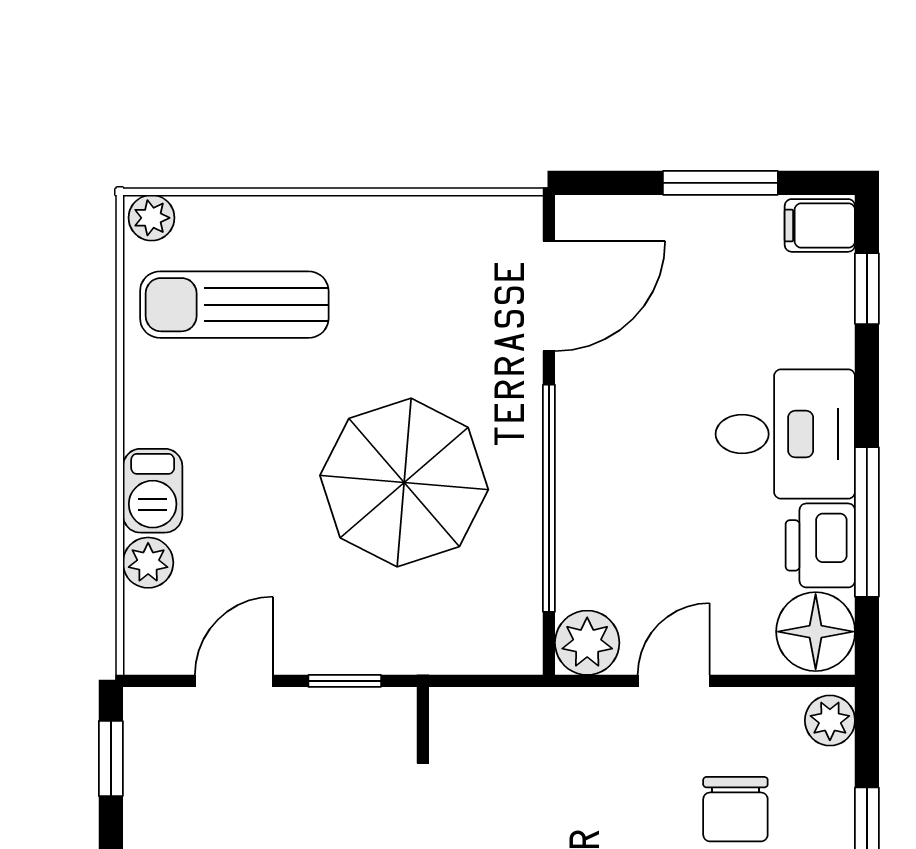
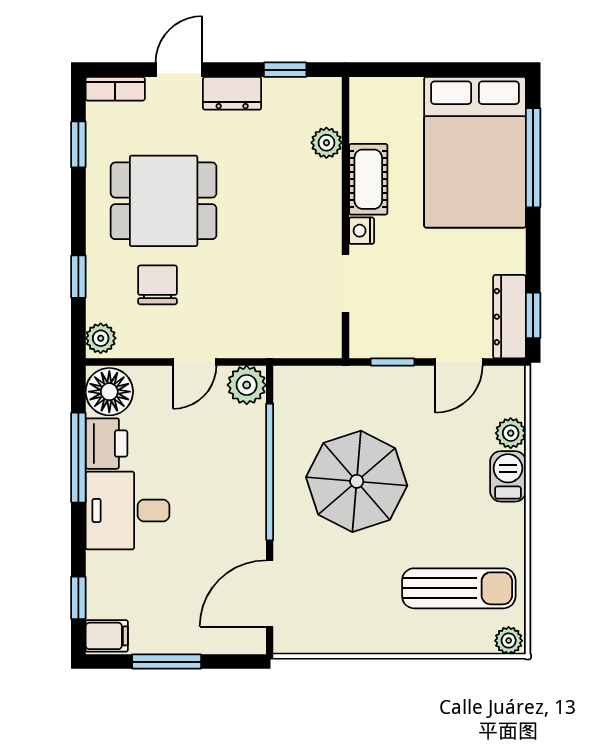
dresser: (150, 756) -> (510, 317), added

